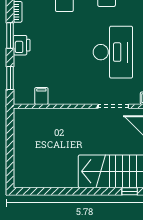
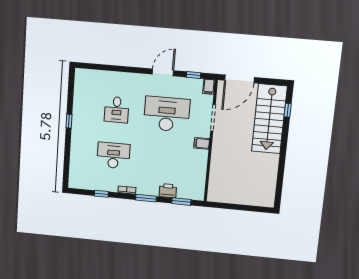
printer: (22, 45) -> (168, 191), moved
filing cabinet: (41, 96) -> (202, 143), moved

